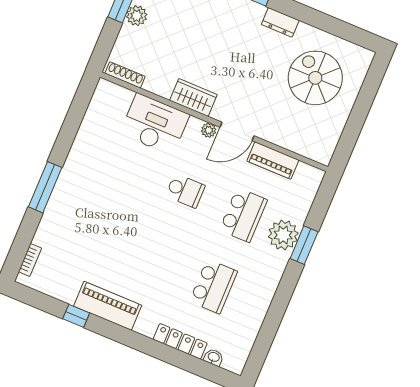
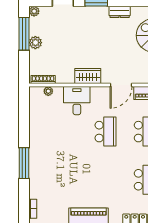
desk: (155, 124) -> (77, 101), width x0.73
plant: (209, 130) -> (48, 91), moved
school desk: (185, 191) -> (106, 132), width x1.85

